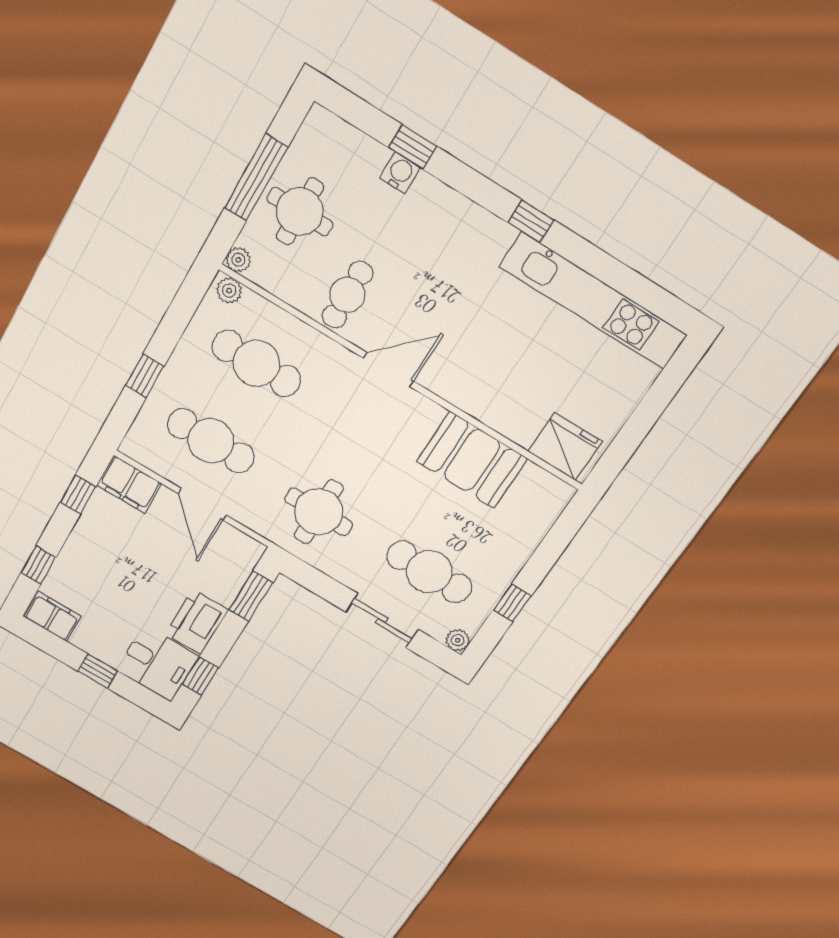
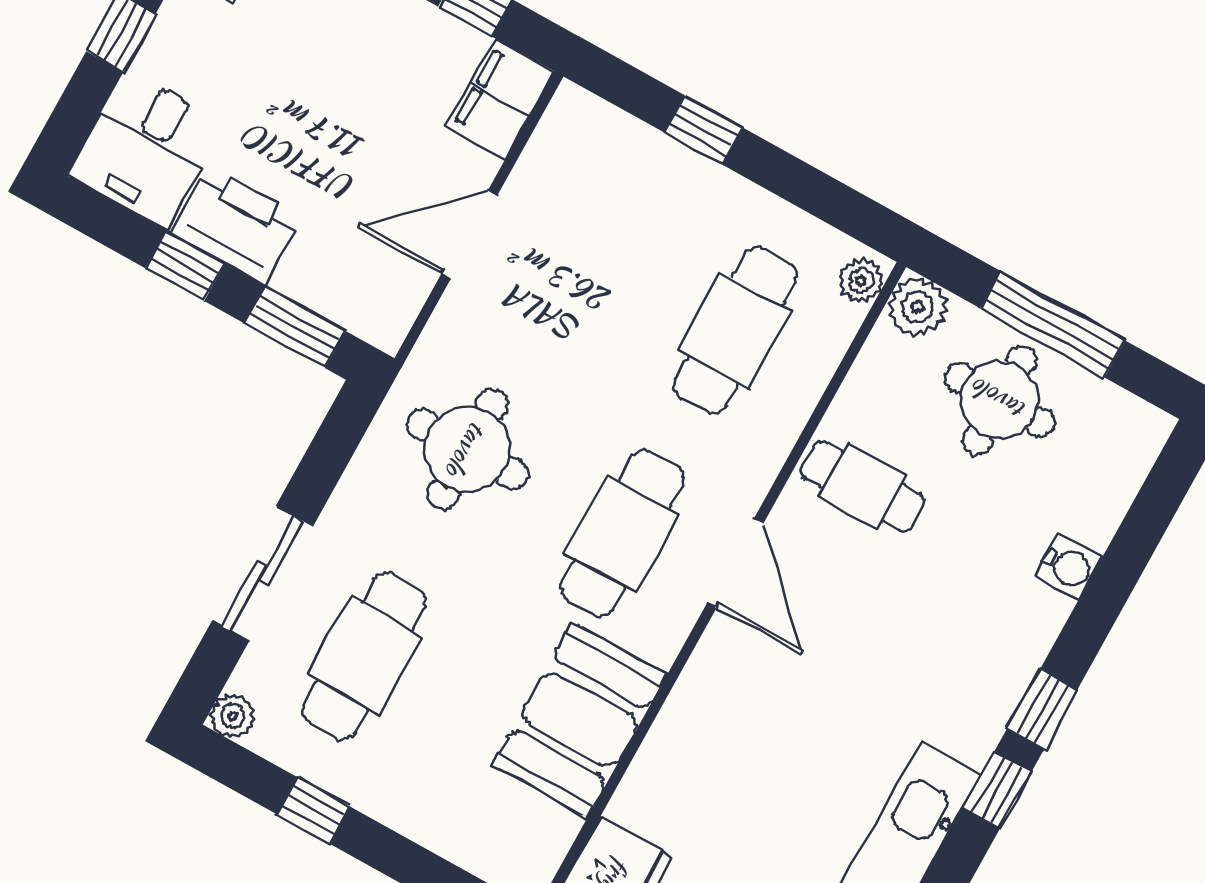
window: (413, 147) -> (1042, 709), moved
plant: (238, 260) -> (917, 307), width x1.38, depth x1.38
cafe table: (211, 441) -> (622, 534), moved
window: (200, 676) -> (185, 266), moved

